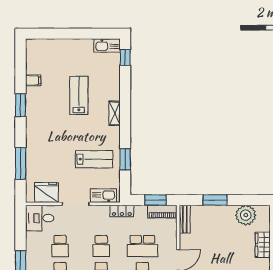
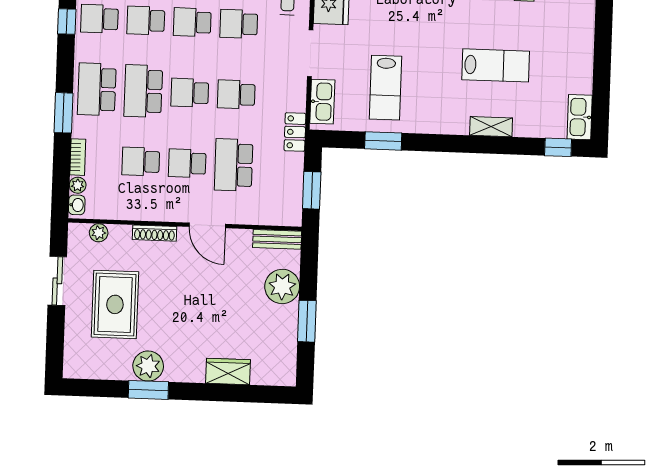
shelving: (115, 113) -> (491, 127), moved
window: (215, 200) -> (307, 321), moved
piano: (162, 212) -> (291, 201), removed
plant: (246, 215) -> (282, 286), moved

